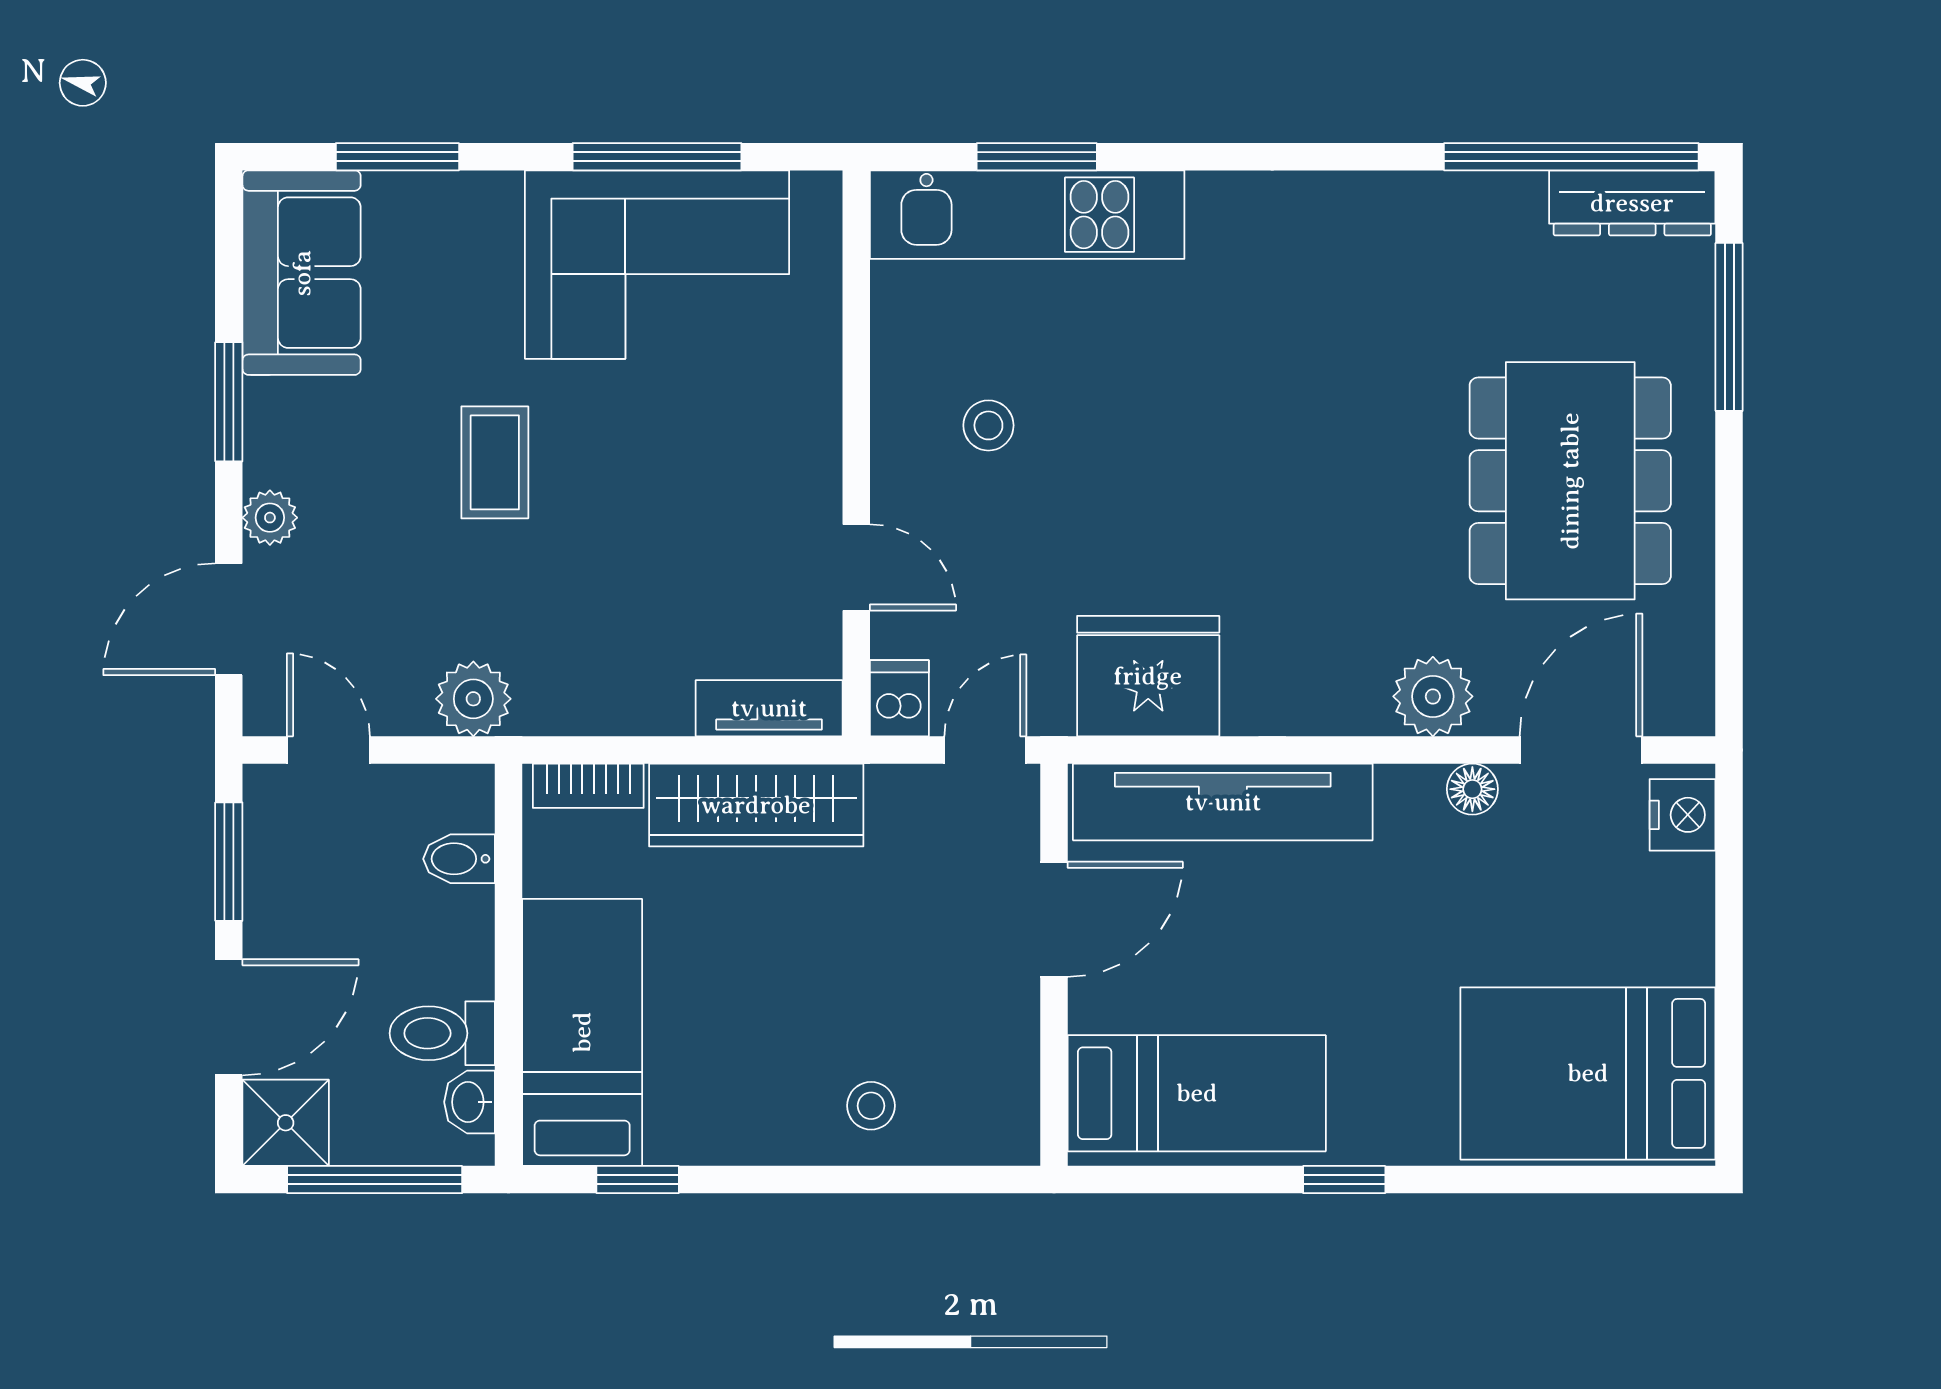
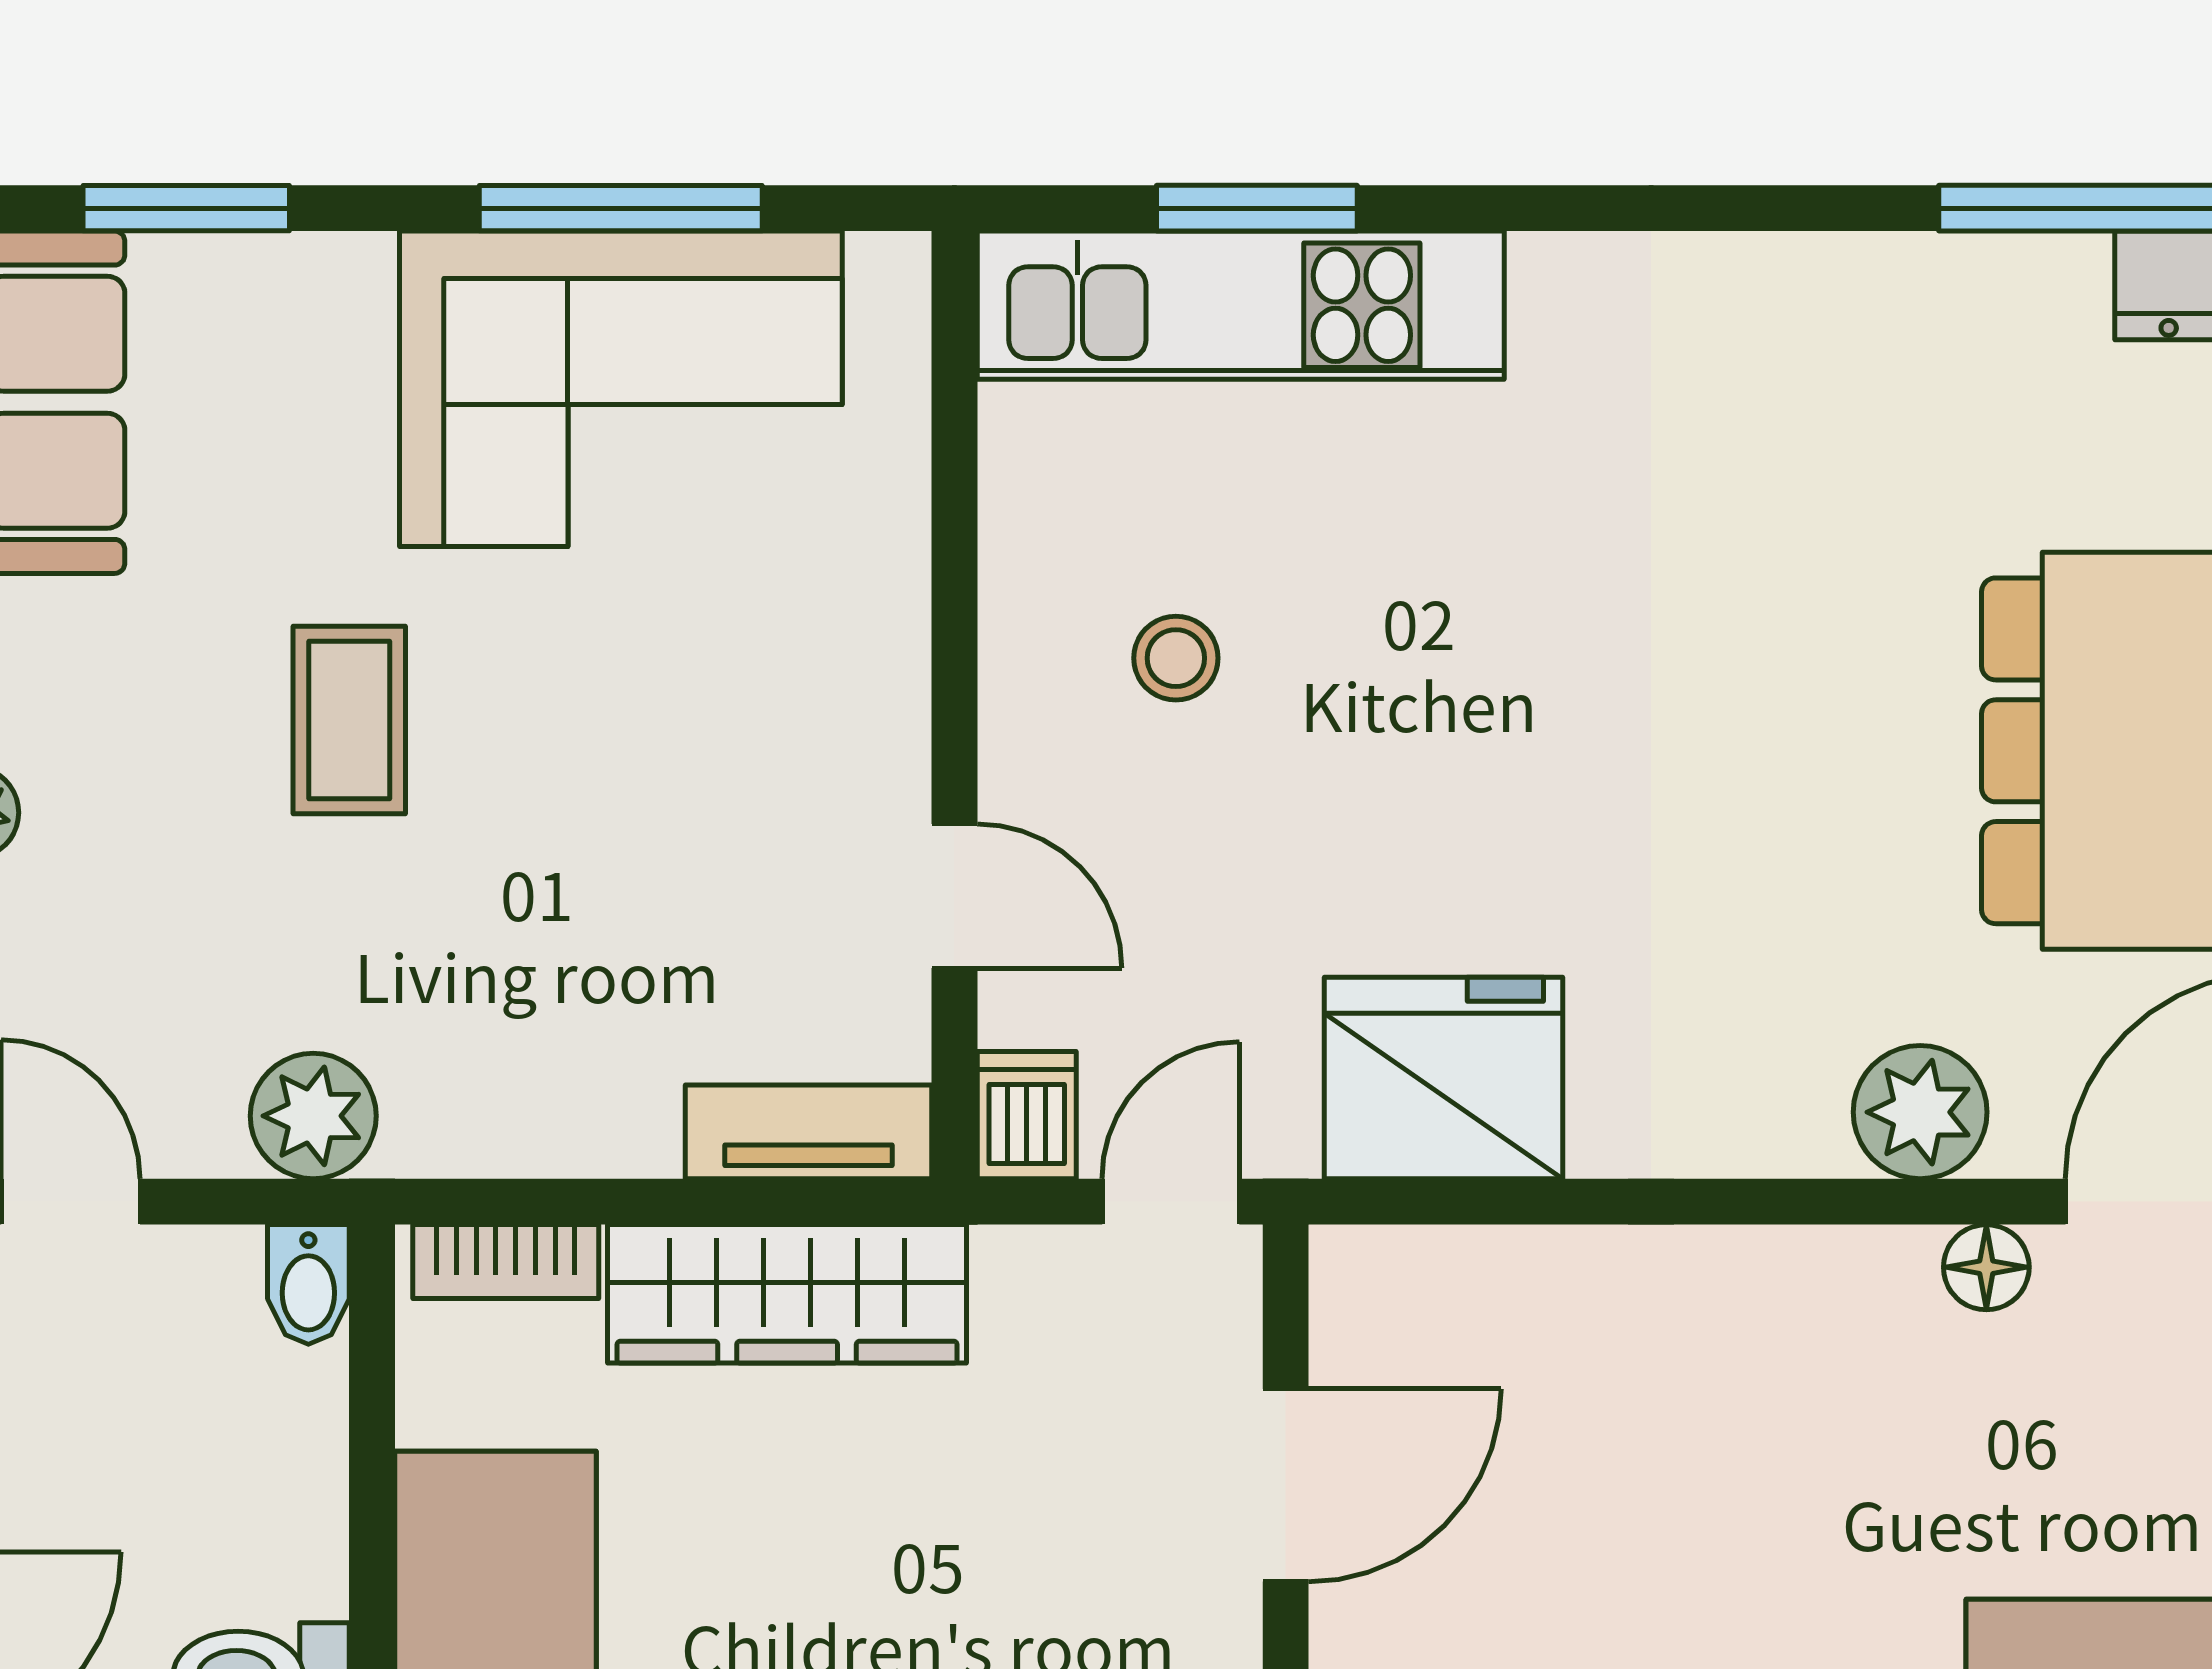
tv unit: (1223, 802) -> (1568, 1289), removed
bidet: (459, 859) -> (308, 1284), moved, turned -90

